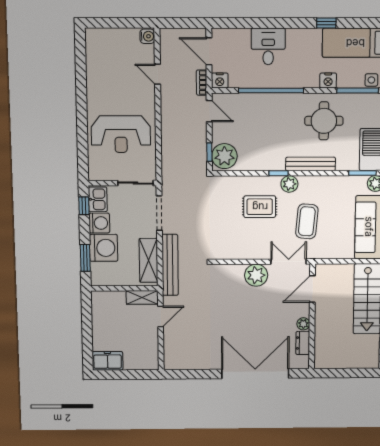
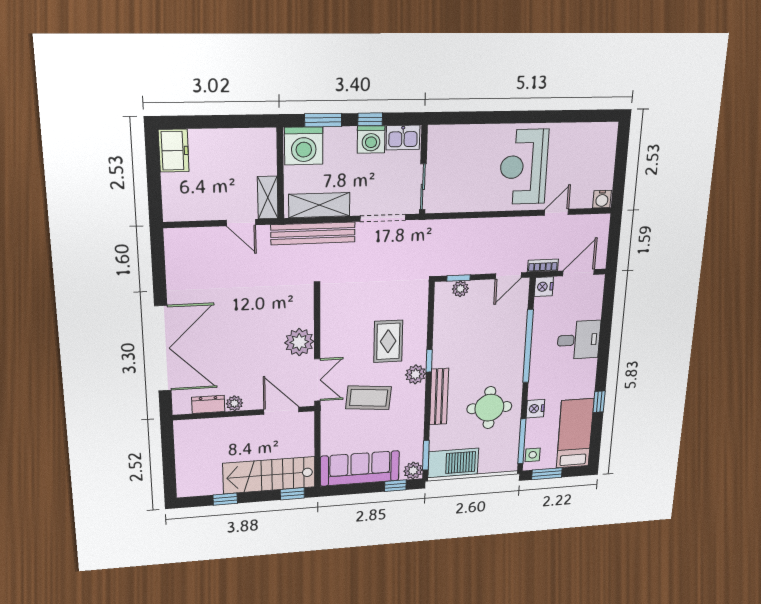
reception desk: (121, 134) -> (524, 167), moved
plant: (224, 156) -> (460, 289), width x0.53, depth x0.53
window: (84, 206) -> (370, 119), moved
washing machine: (104, 248) -> (304, 146), moved

